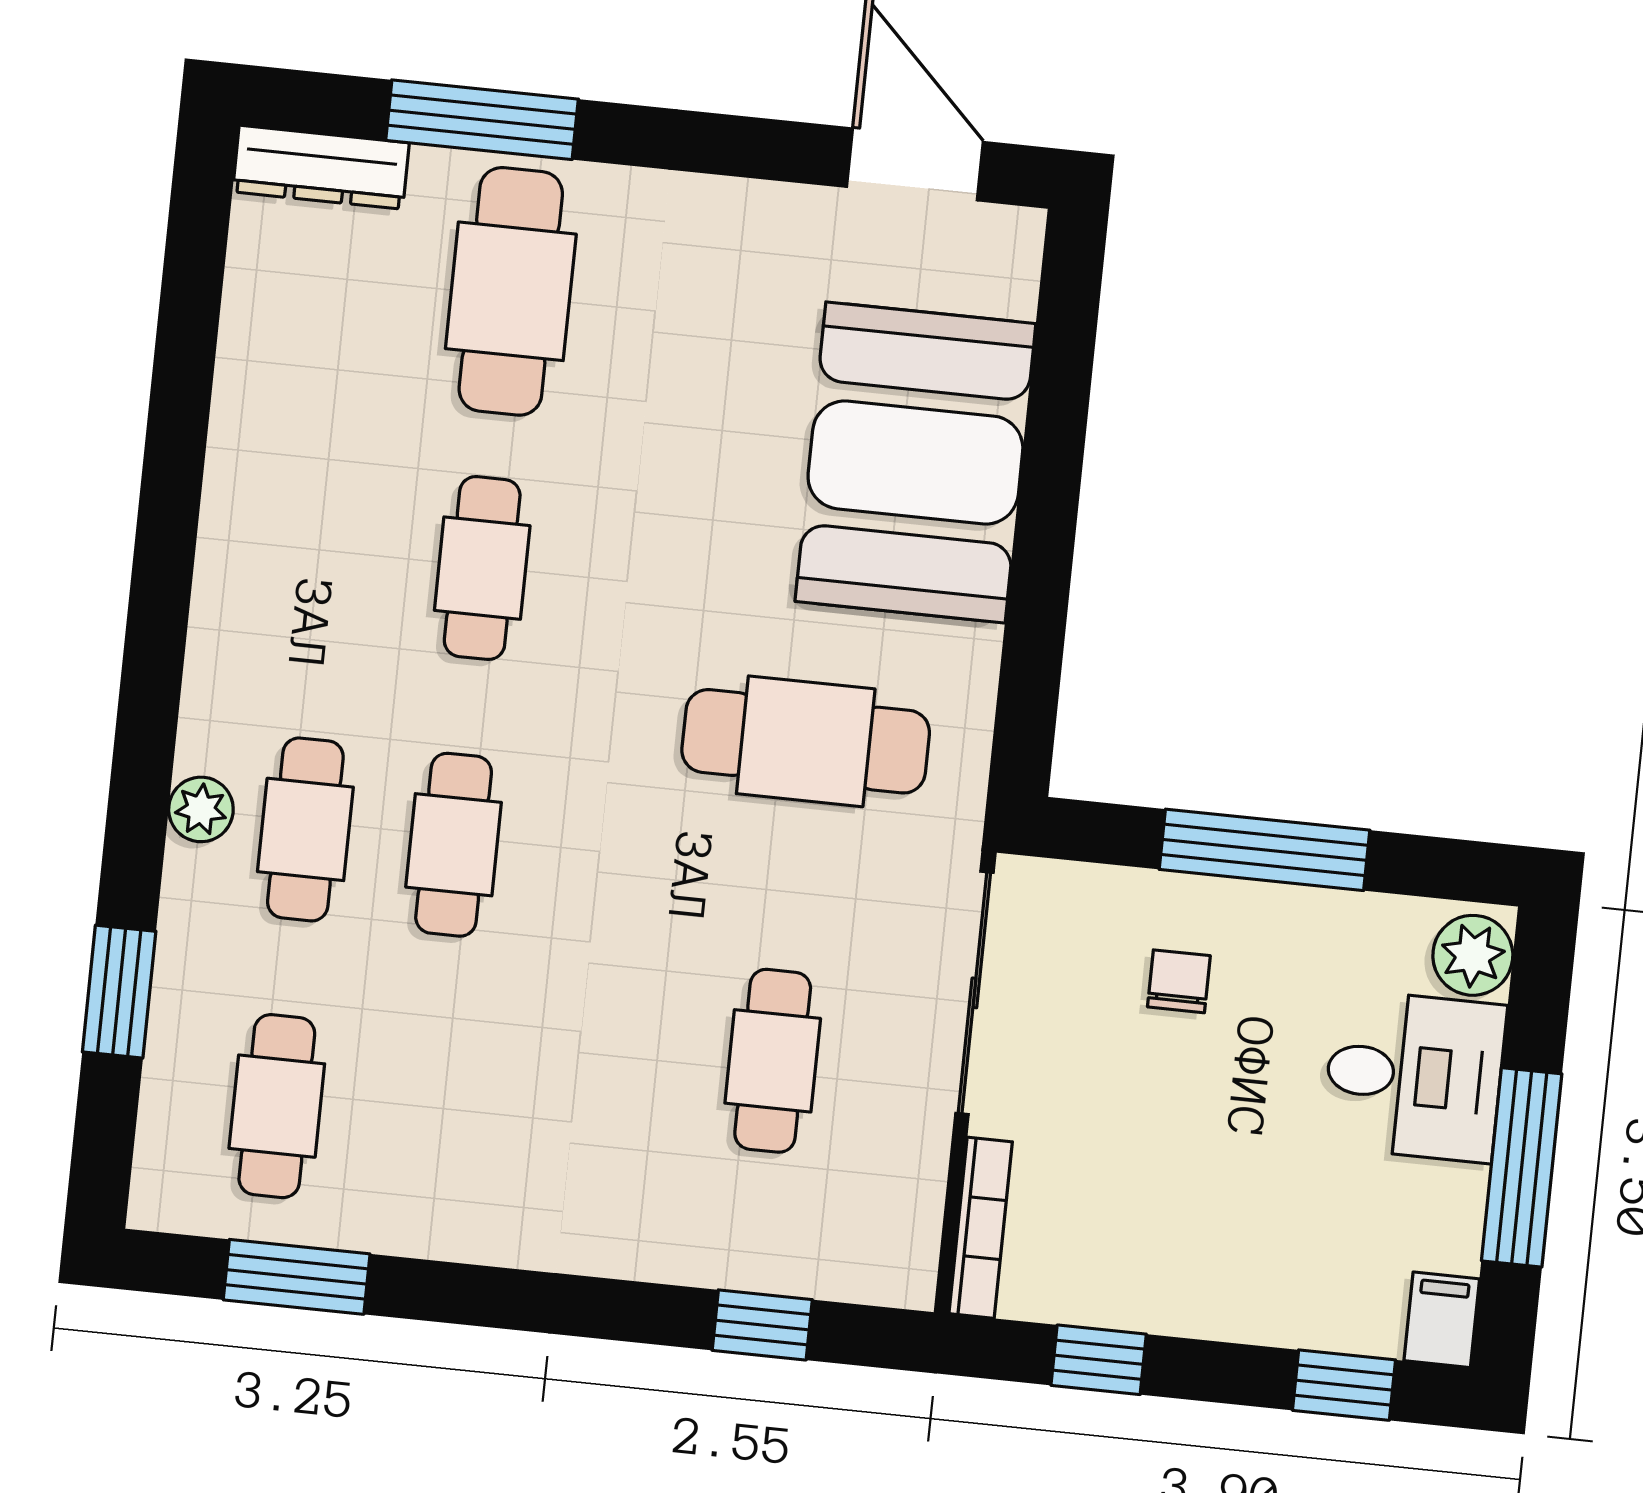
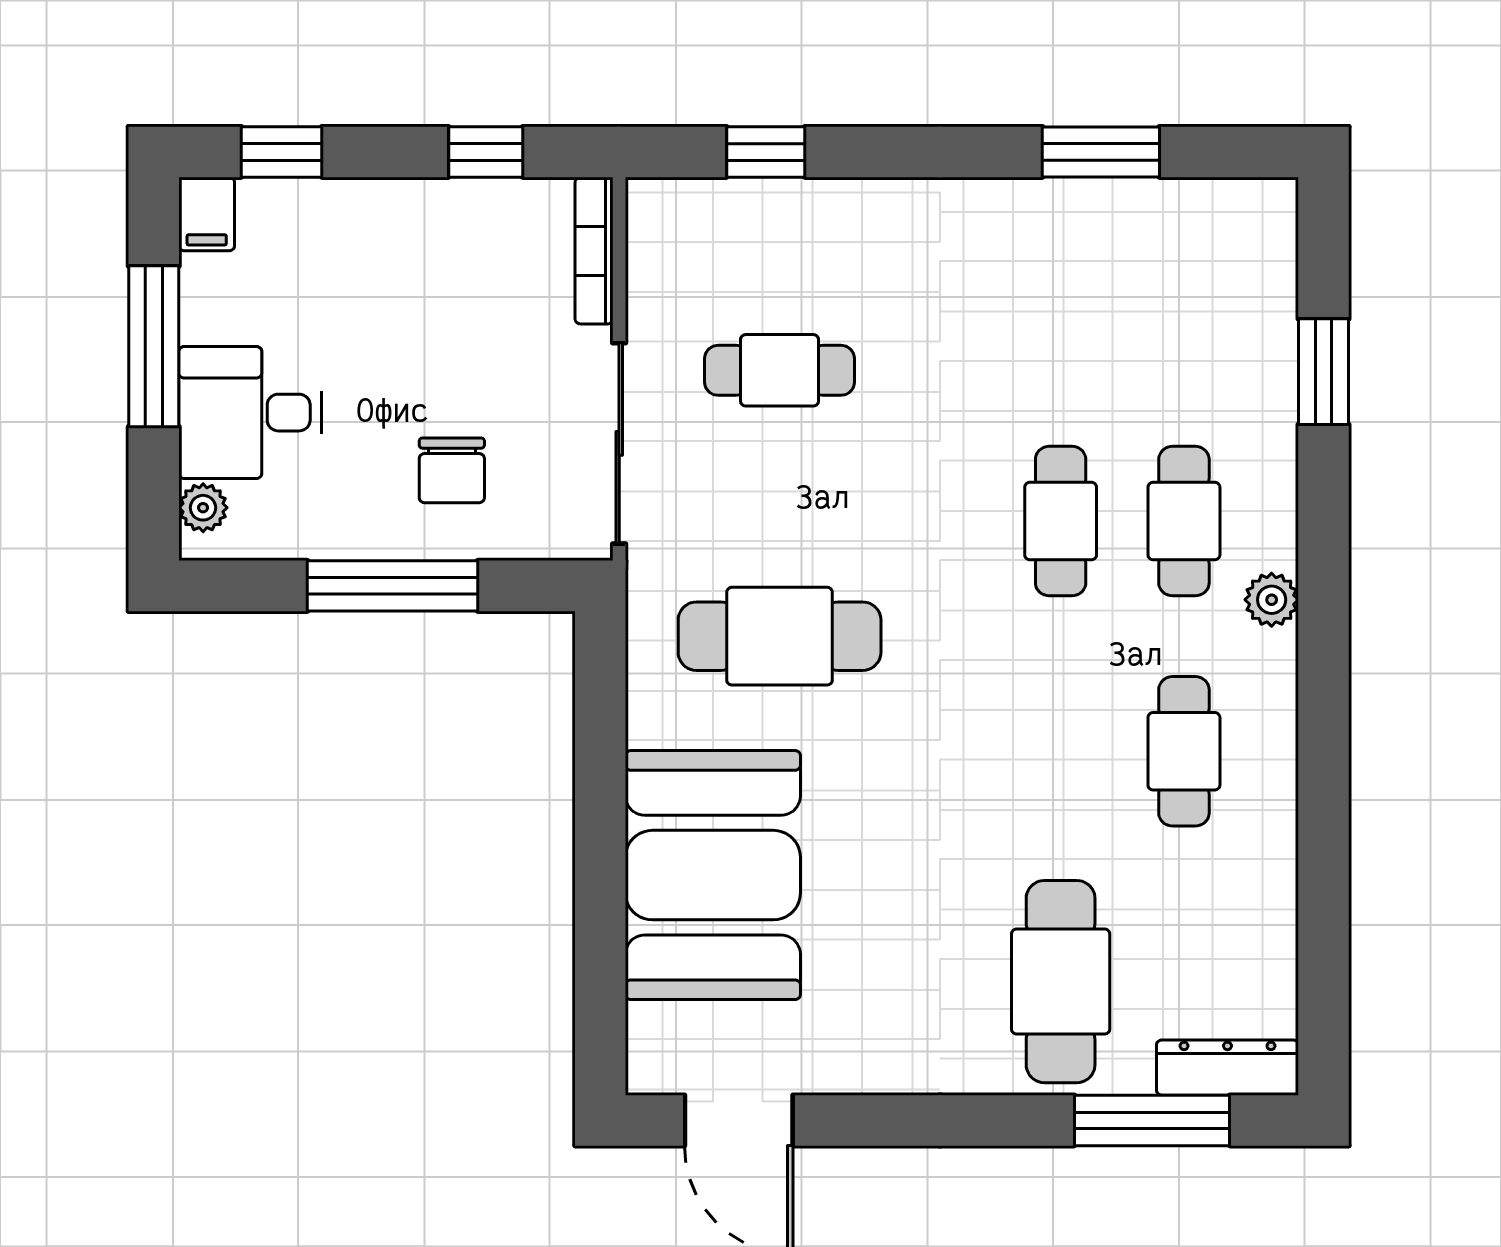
window: (482, 120) -> (1152, 1120), moved
cafe table: (482, 568) -> (1184, 751), moved
plant: (201, 809) -> (1272, 600), moved
plant: (1473, 955) -> (203, 508), width x0.73, depth x0.73
chair: (1179, 981) -> (452, 470), width x1.37, depth x1.37
cafe table: (773, 1061) -> (780, 370), turned 90
cafe table: (277, 1106) -> (1184, 291), removed
window: (297, 1277) -> (1101, 152), moved

